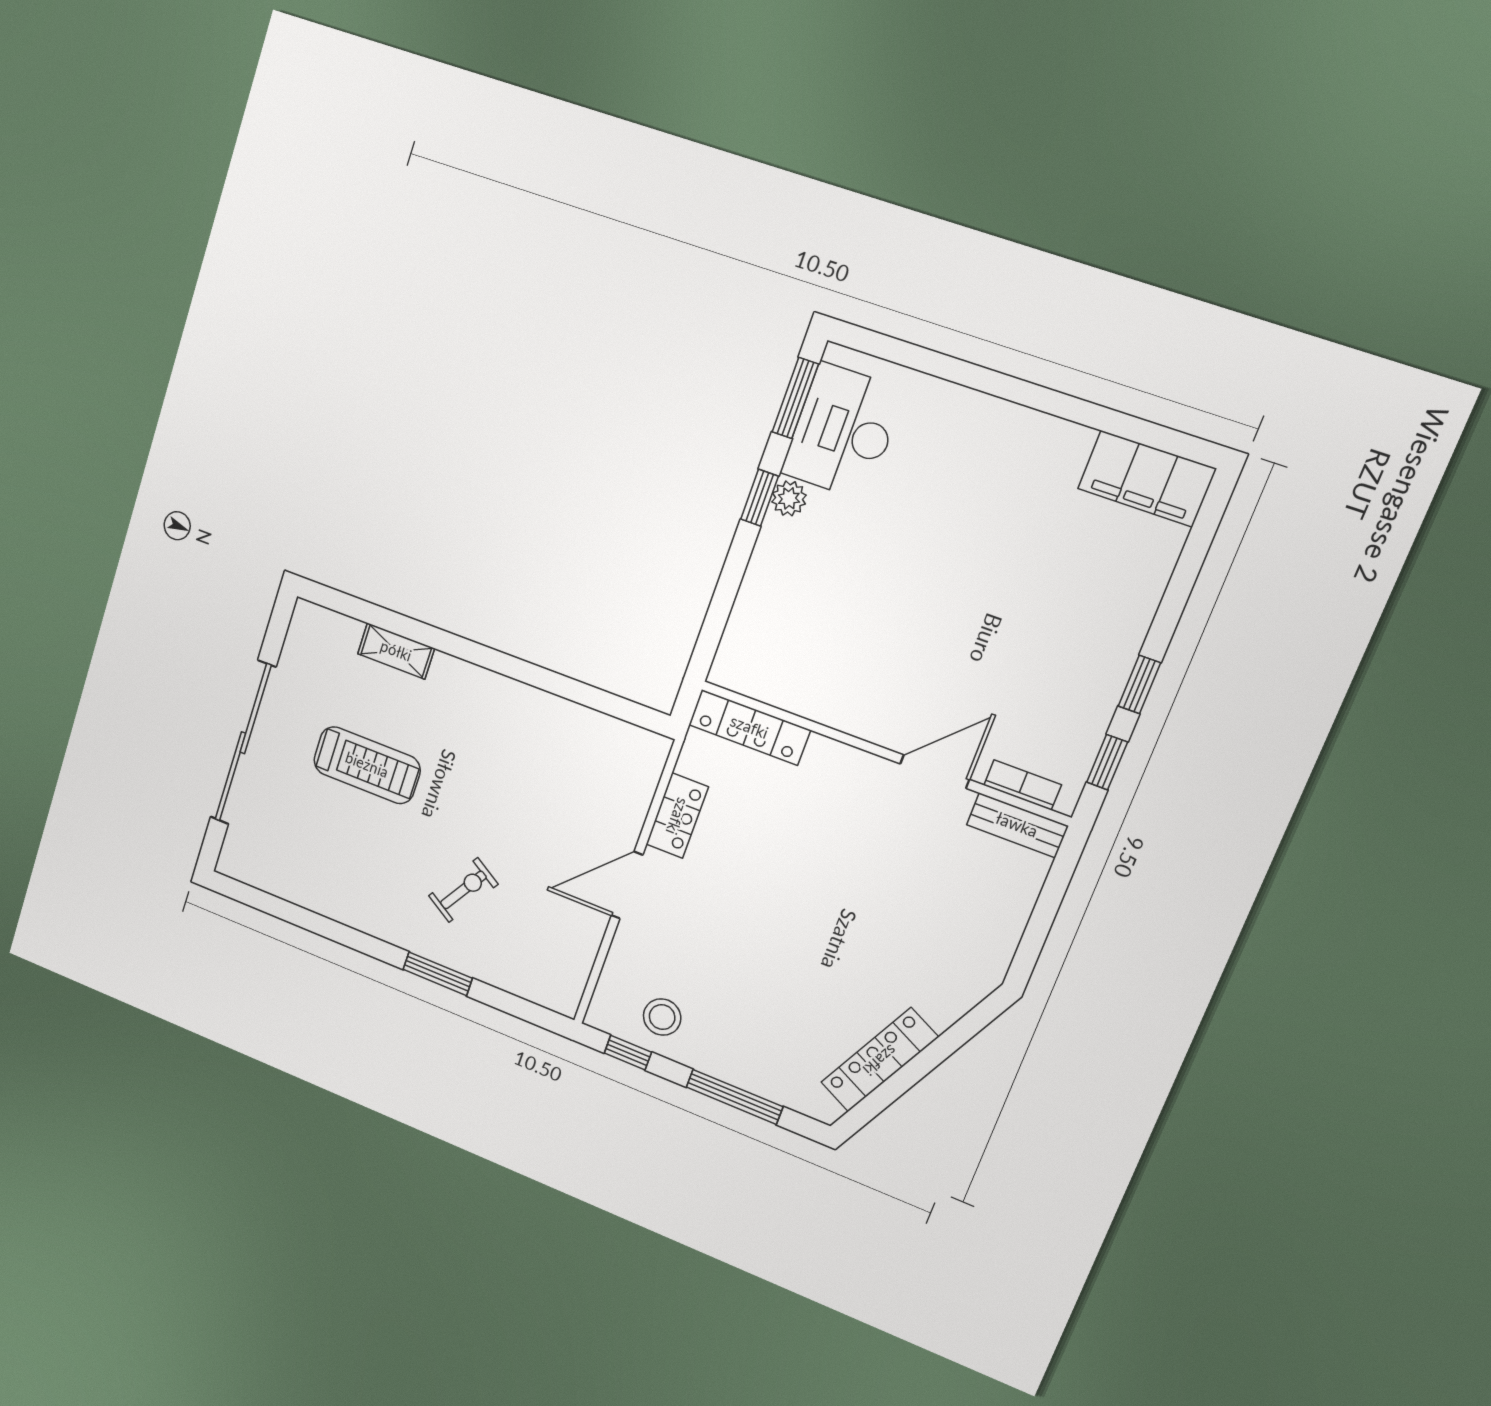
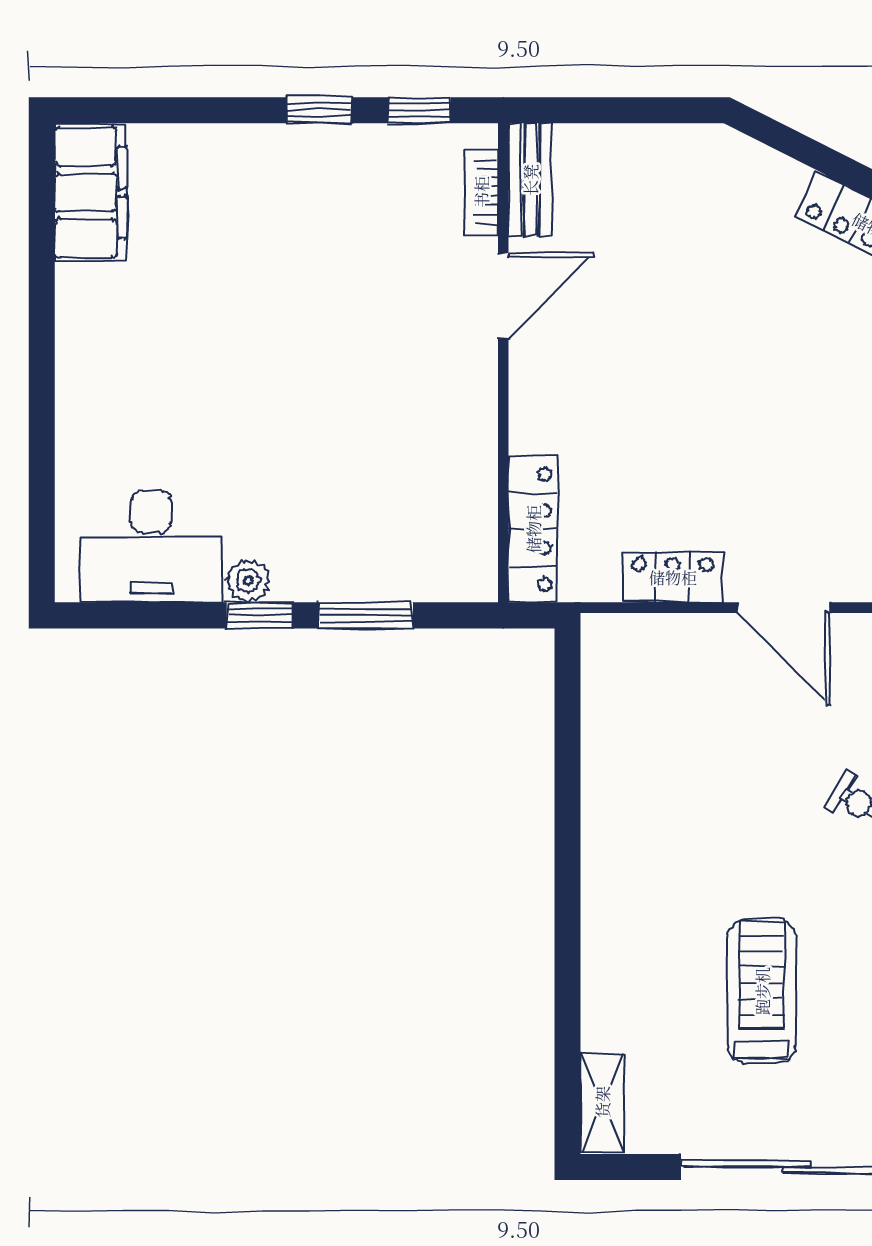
window: (795, 398) -> (366, 615), moved
shelving: (396, 651) -> (602, 1102), moved
door: (935, 772) -> (503, 296), swing flipped

